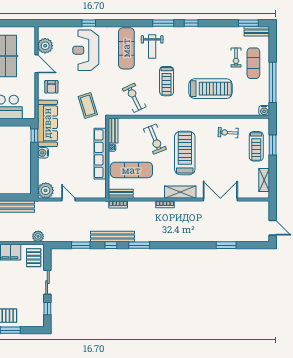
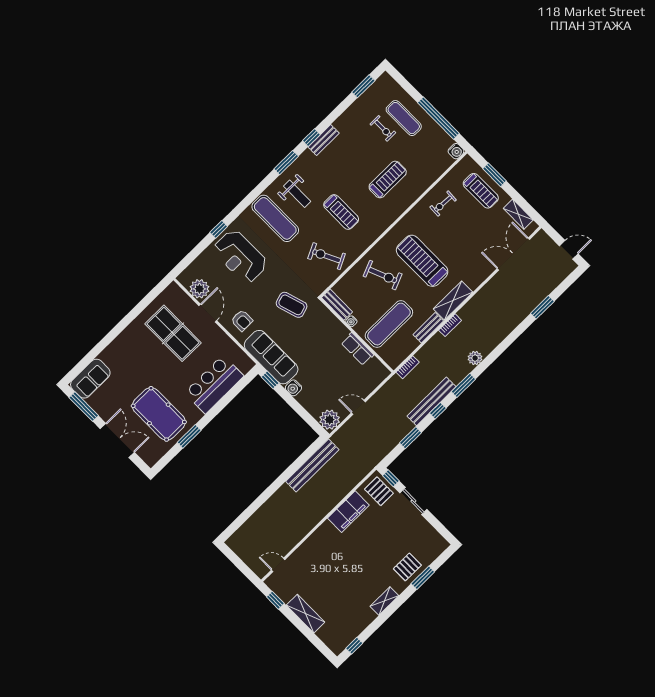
bench: (257, 31) -> (324, 140), moved
door: (37, 64) -> (208, 313), hinge flipped
treadmill: (210, 89) -> (388, 179), width x0.73, depth x0.73
row of seats: (100, 154) -> (357, 349), width x0.50
bench: (121, 194) -> (428, 328), moved
double door: (220, 200) -> (513, 254), moved
plant: (38, 236) -> (475, 358), moved
window: (47, 309) -> (391, 478), moved

